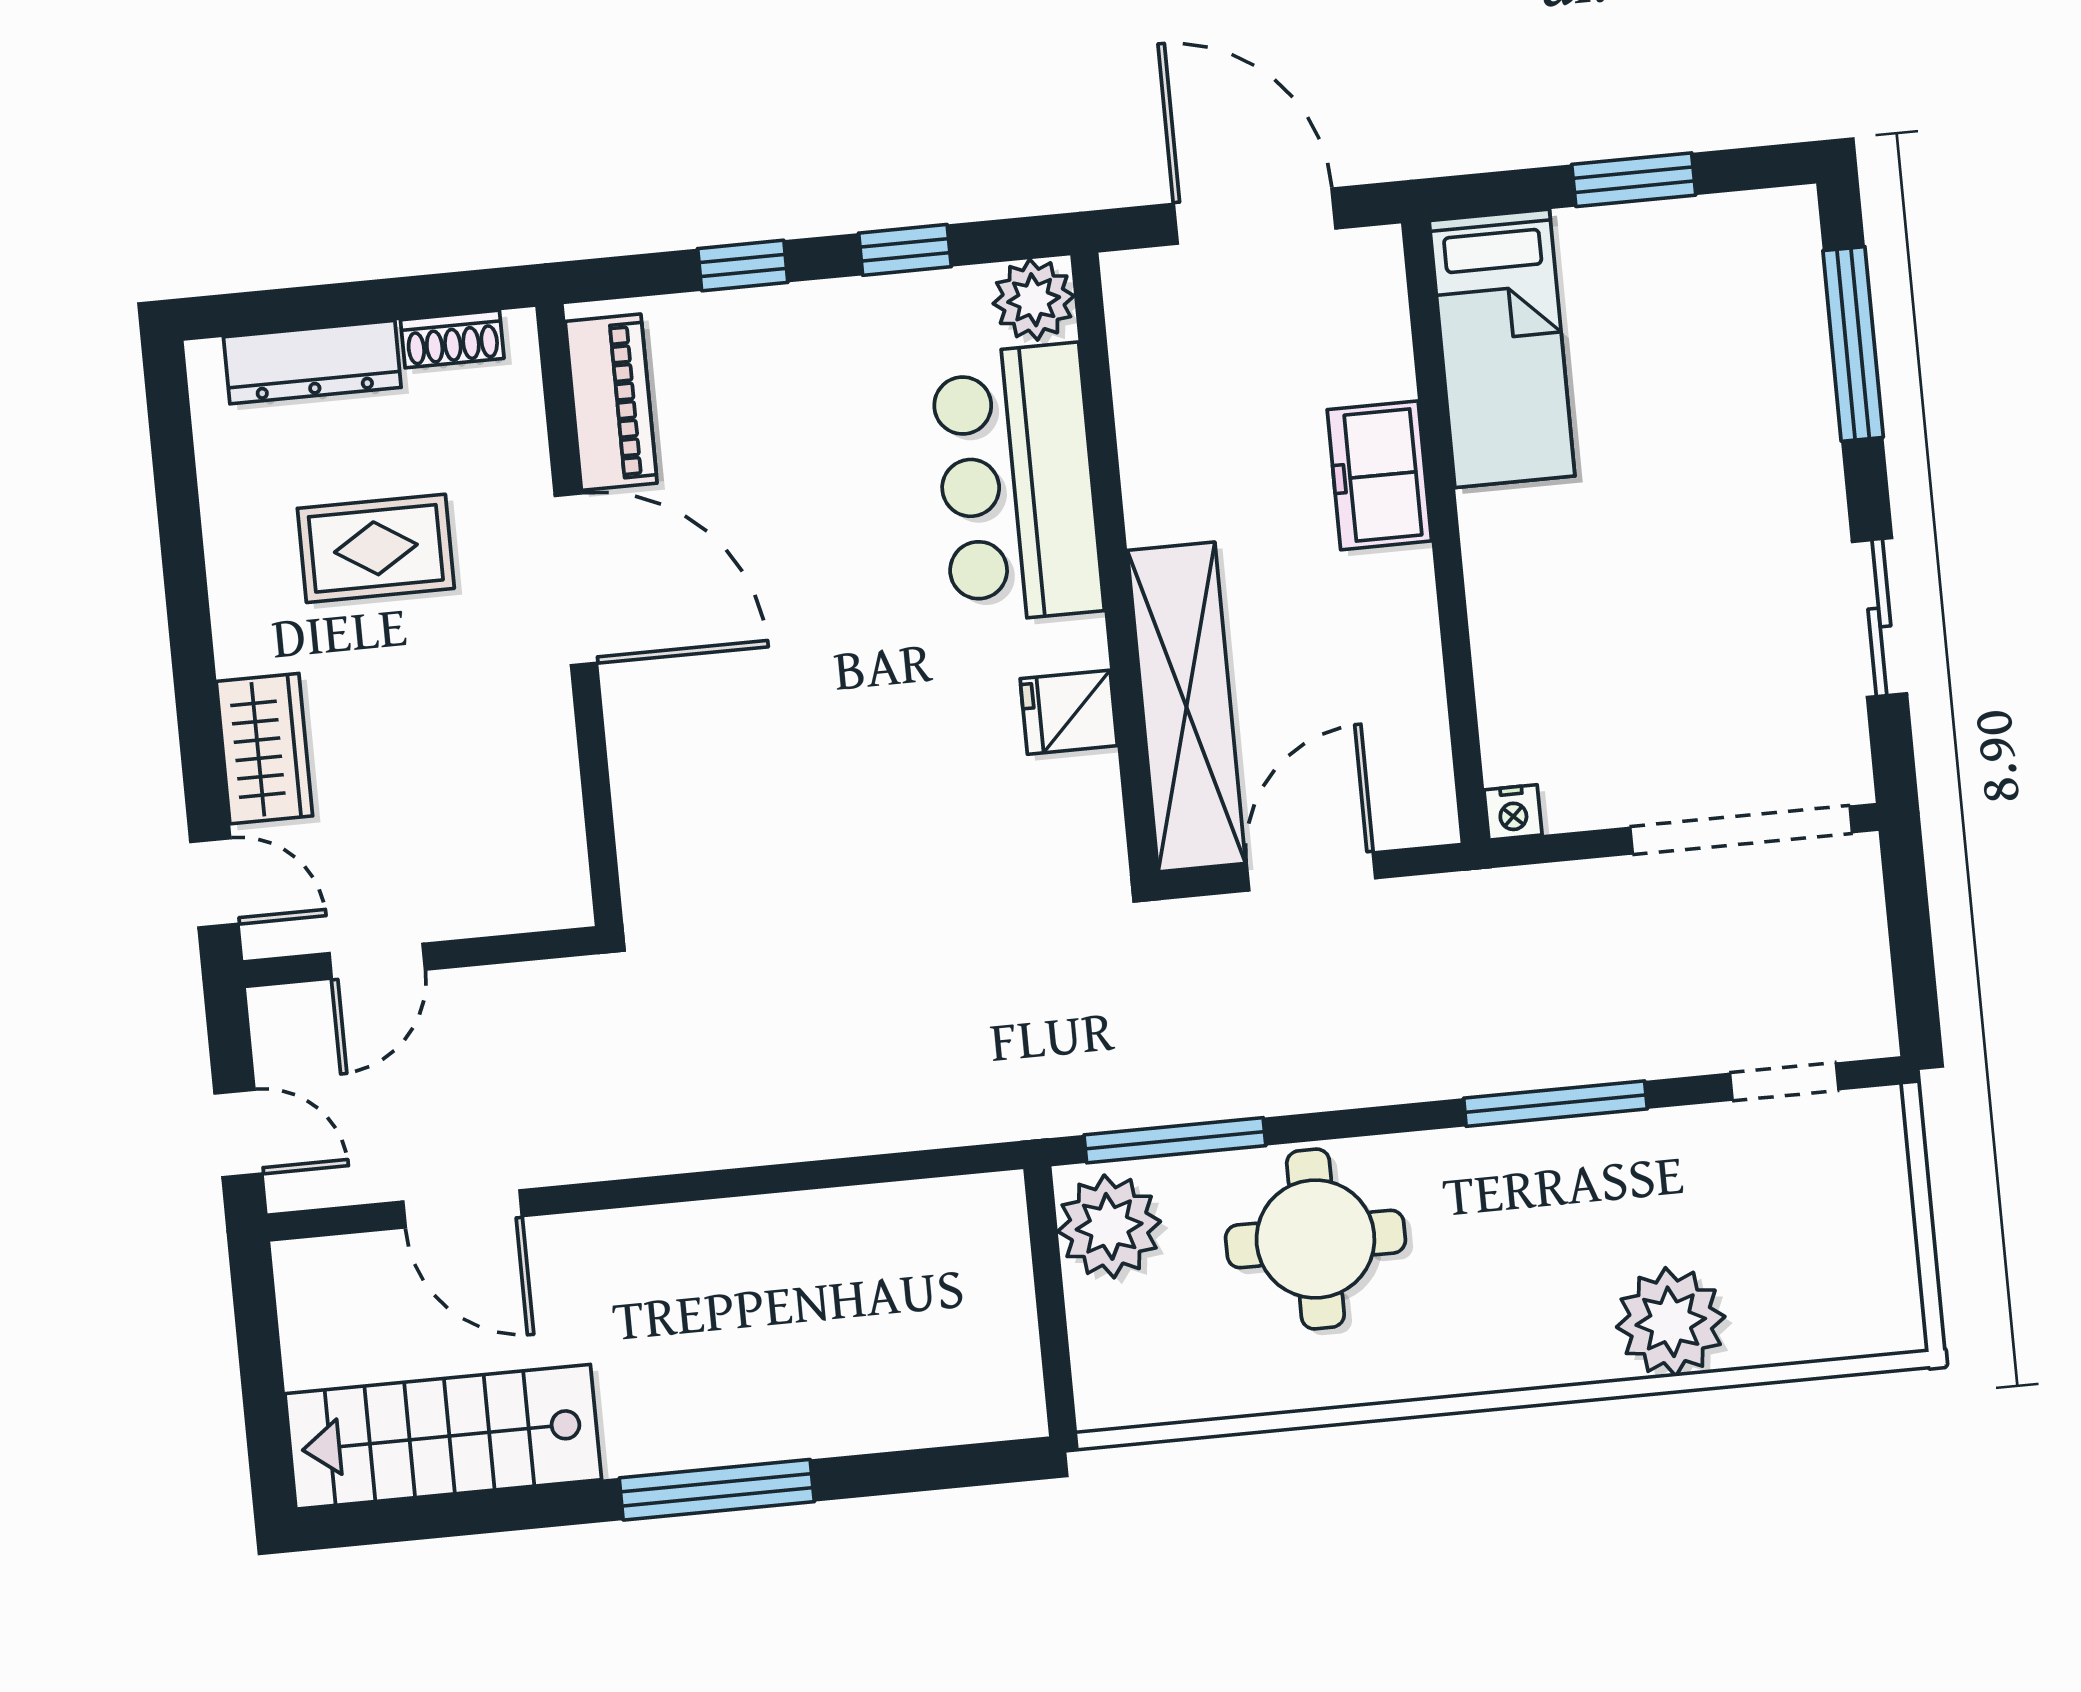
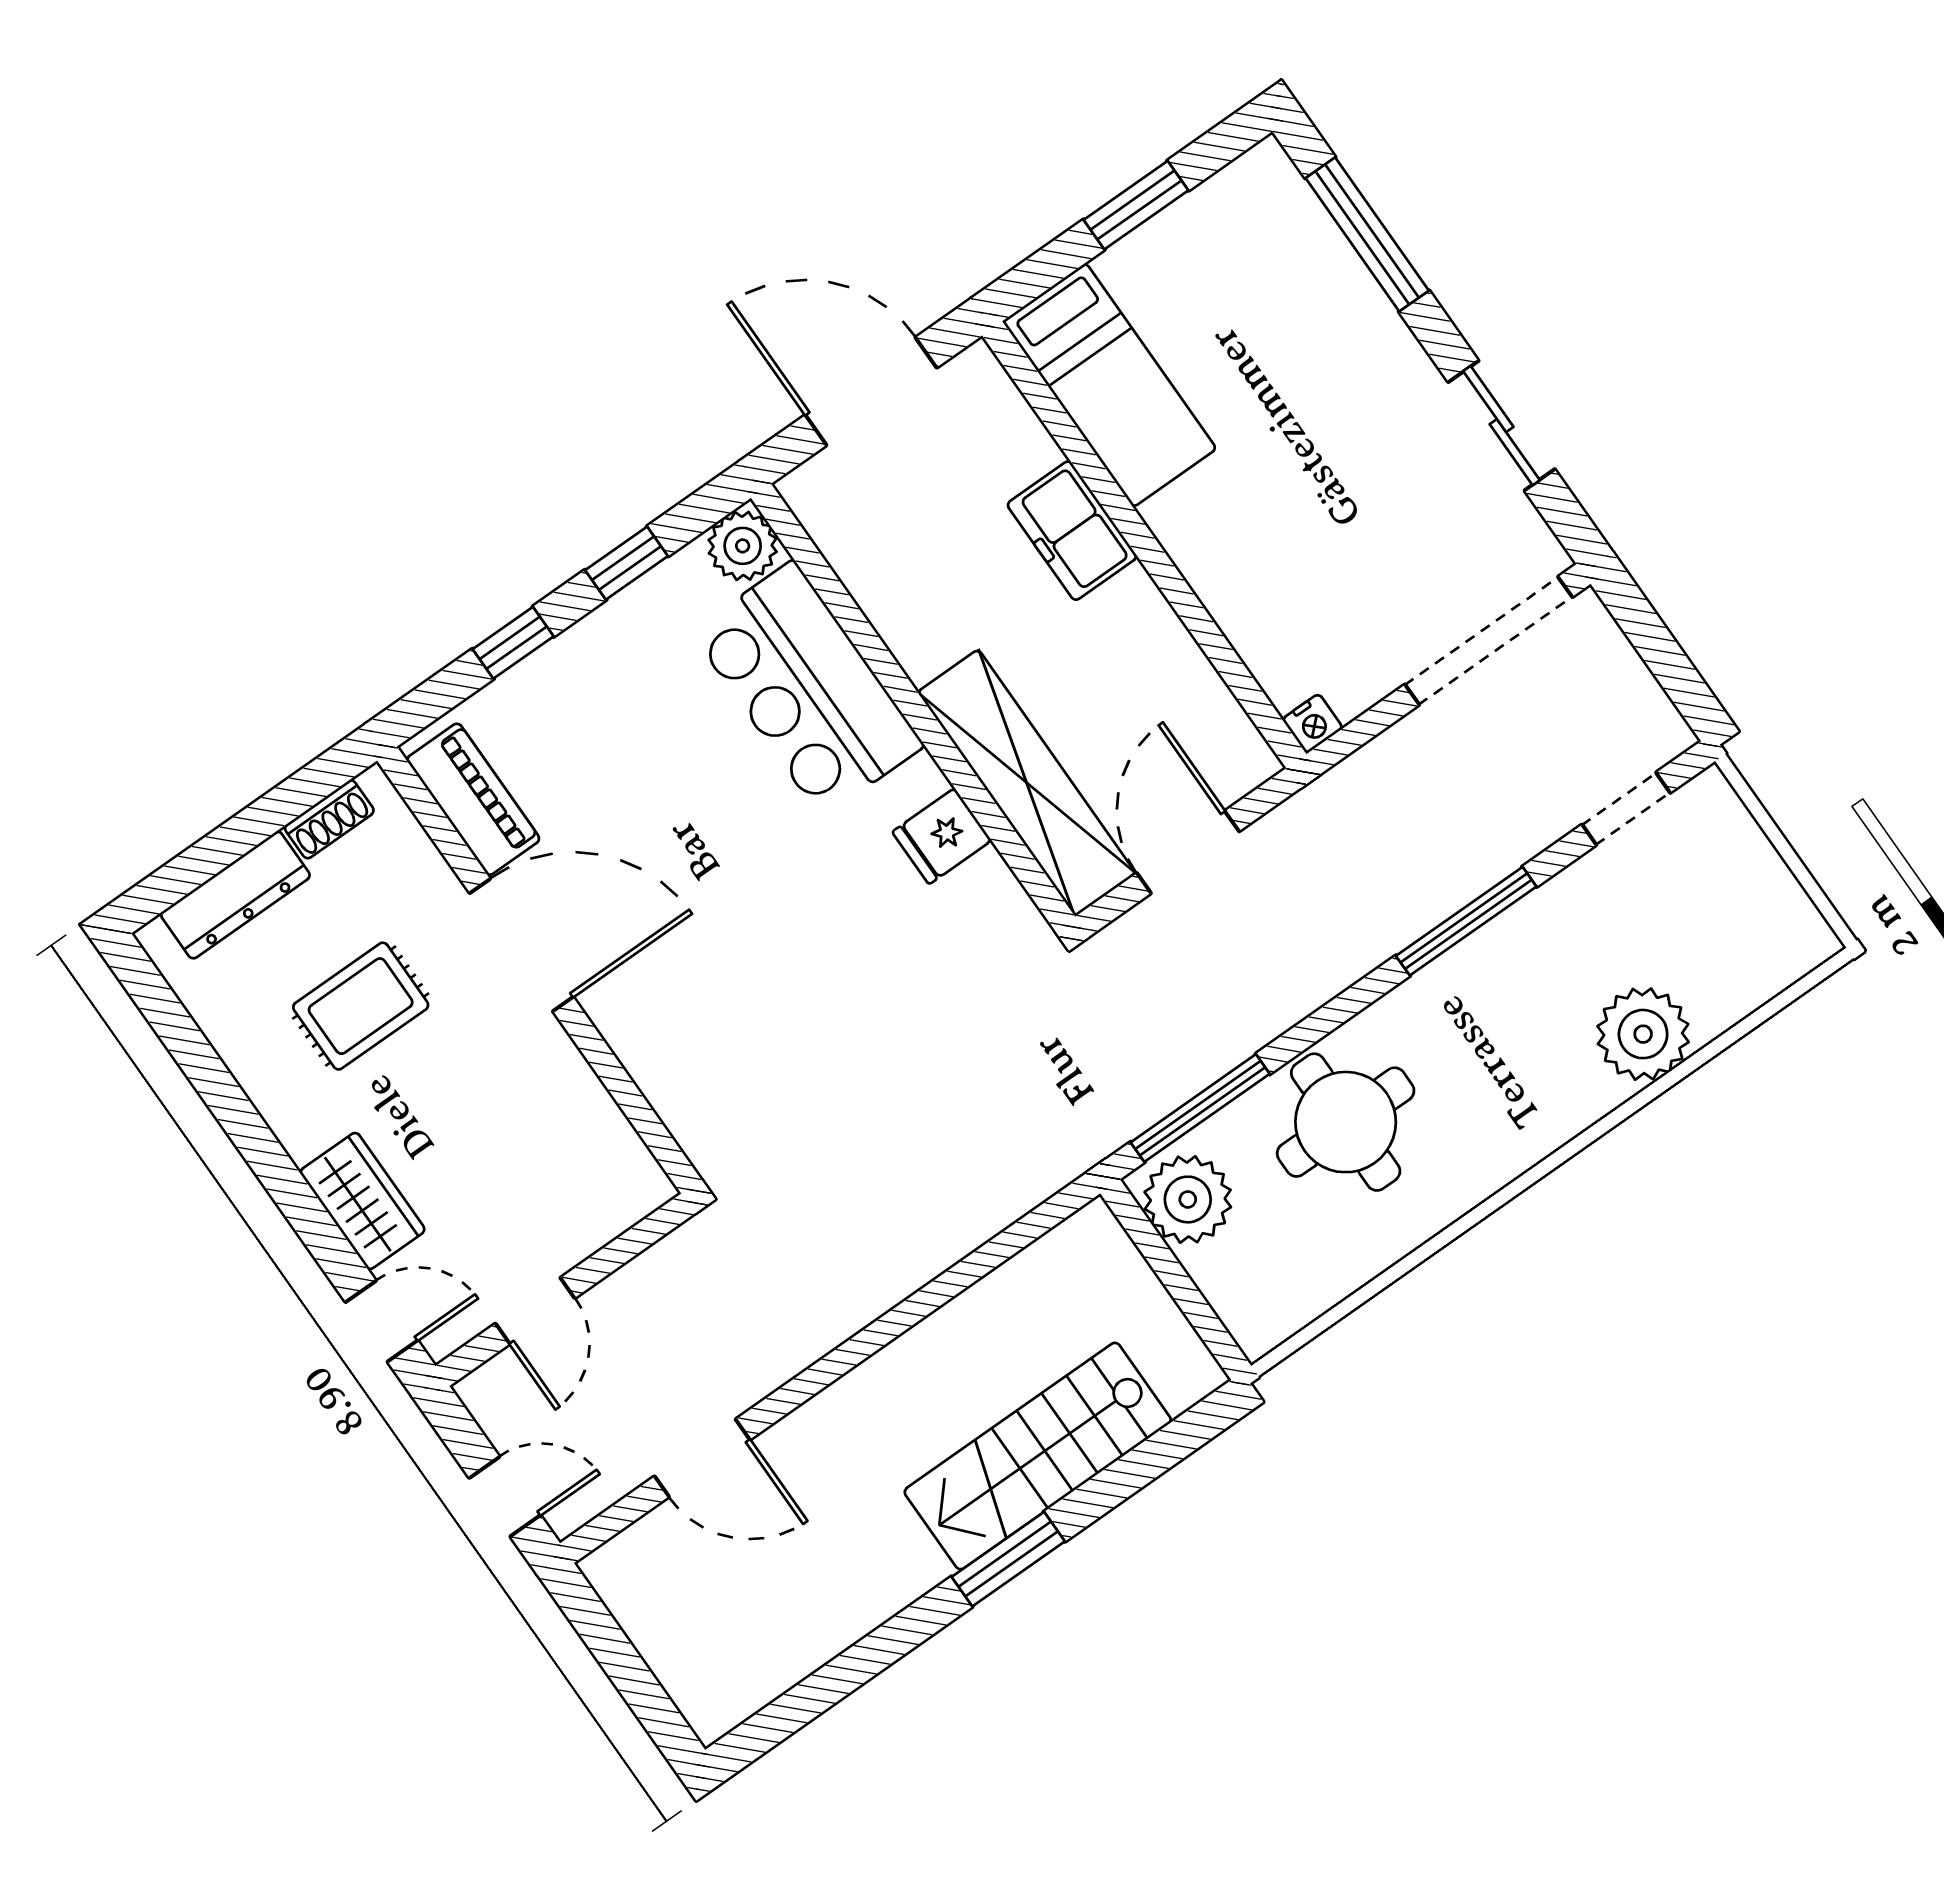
stairs: (443, 1437) -> (1038, 1456), moved
window: (717, 1490) -> (1008, 1559), width x0.69

